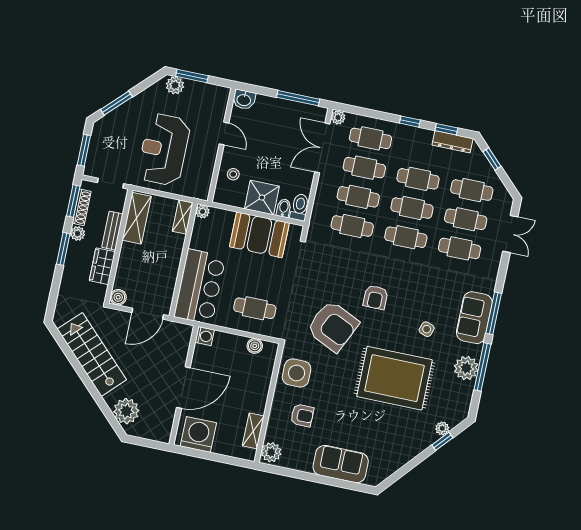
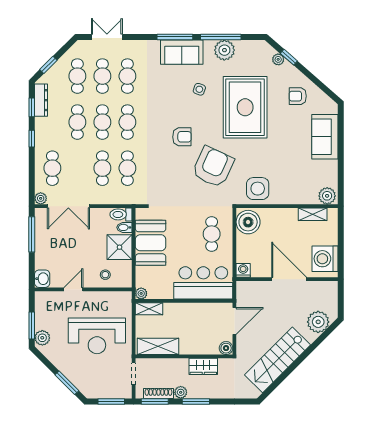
cafe table: (364, 168) -> (77, 168), removed
bench: (112, 231) -> (172, 364), removed
door: (148, 314) -> (234, 321), hinge flipped
boiler: (255, 346) -> (248, 222), width x1.86, depth x1.86
armchair: (302, 415) -> (298, 96), moved, turned -90

